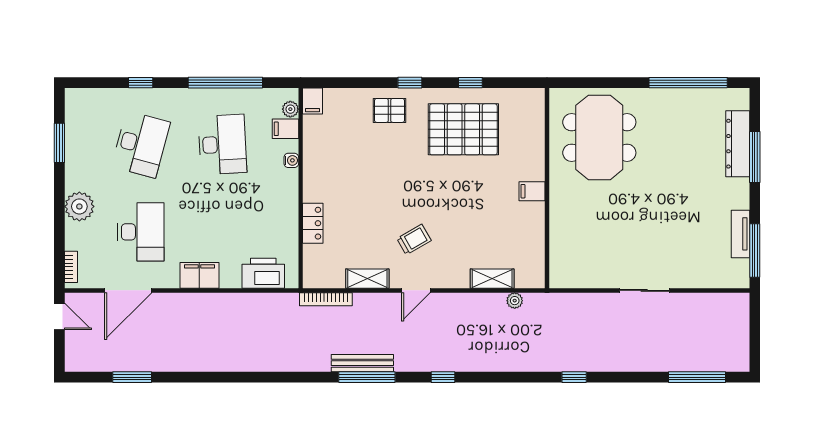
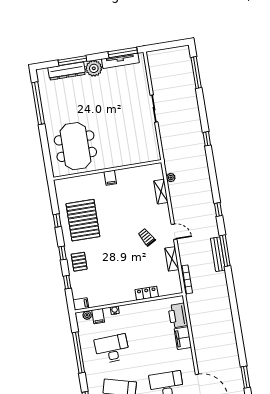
window: (356, 83) -> (67, 282), added
meeting table: (599, 137) -> (75, 146), turned 90
plant: (735, 193) -> (94, 68), added
tv unit: (740, 234) -> (120, 61), width x1.41
filing cabinet: (199, 275) -> (183, 338), moved

